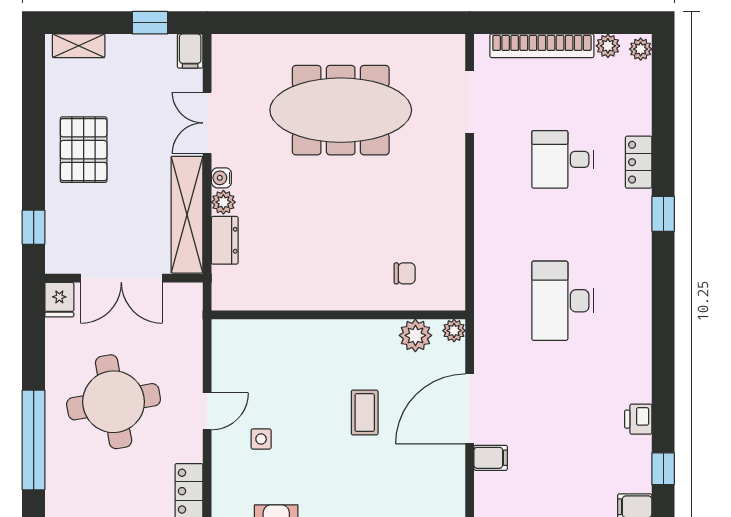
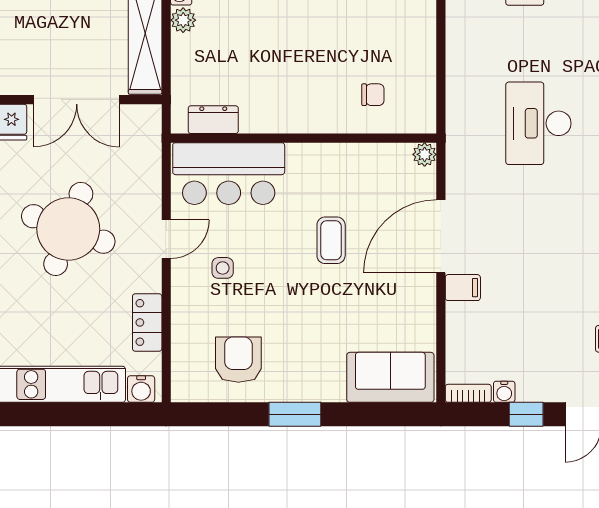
dresser: (225, 240) -> (213, 120), moved, turned -90
plant: (415, 335) -> (384, 160), removed
bar counter: (267, 349) -> (229, 174), added
round table: (114, 402) -> (68, 229), turned 30

